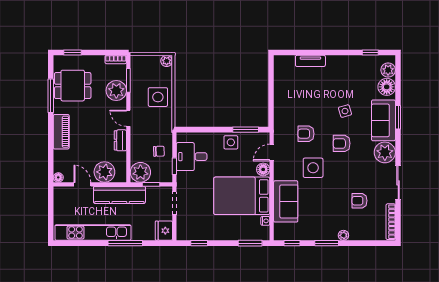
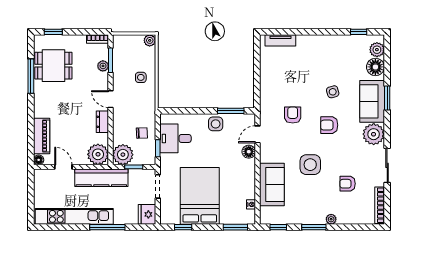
tv unit: (310, 61) -> (280, 40), moved
plant: (116, 91) -> (103, 66), width x0.53, depth x0.53
side table: (158, 97) -> (141, 77), width x0.54, depth x0.54
piano: (61, 132) -> (42, 136), moved
armchair: (306, 134) -> (293, 115), turned 90
side table: (313, 168) -> (310, 165), moved
plant: (104, 172) -> (98, 154), moved
bed: (242, 196) -> (200, 196), moved, turned 90

